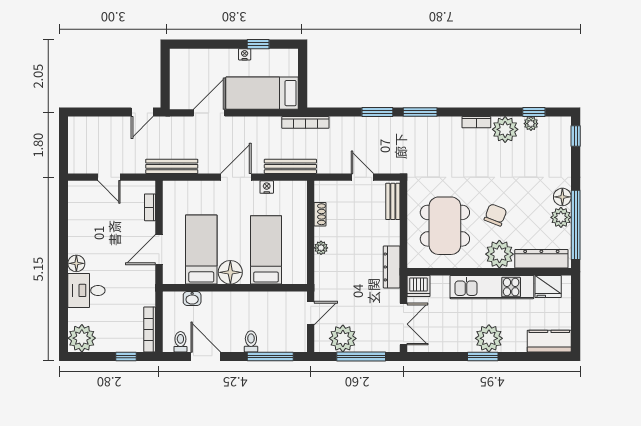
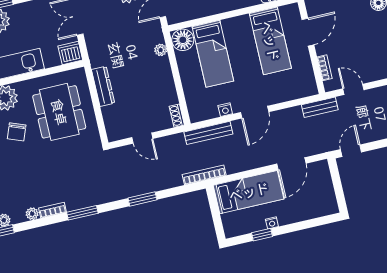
window: (420, 112) -> (82, 213), moved
plant: (505, 129) -> (32, 214), width x0.53, depth x0.53
bench: (172, 166) -> (320, 107), width x0.73
door: (109, 177) -> (353, 89), moved
bench: (393, 201) -> (110, 123), removed
shoe rack: (320, 214) -> (177, 116), moved
plant: (321, 248) -> (161, 50), moved
dresser: (392, 267) -> (103, 86), moved
floor lamp: (230, 272) -> (183, 40), moved

